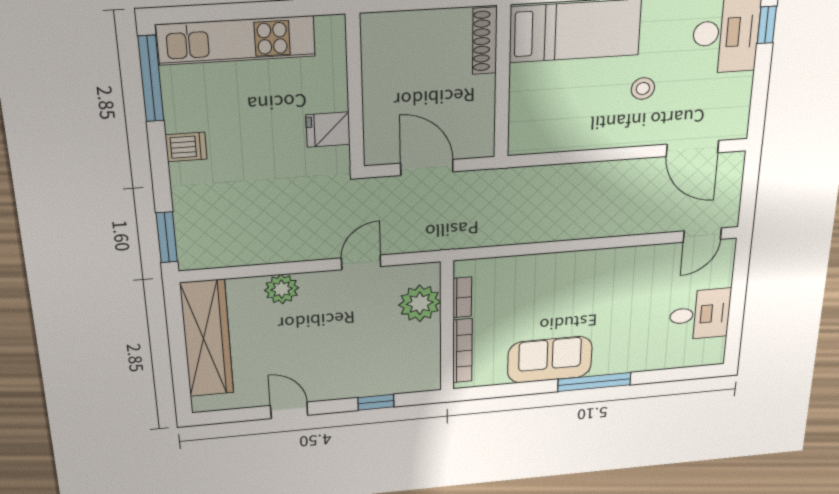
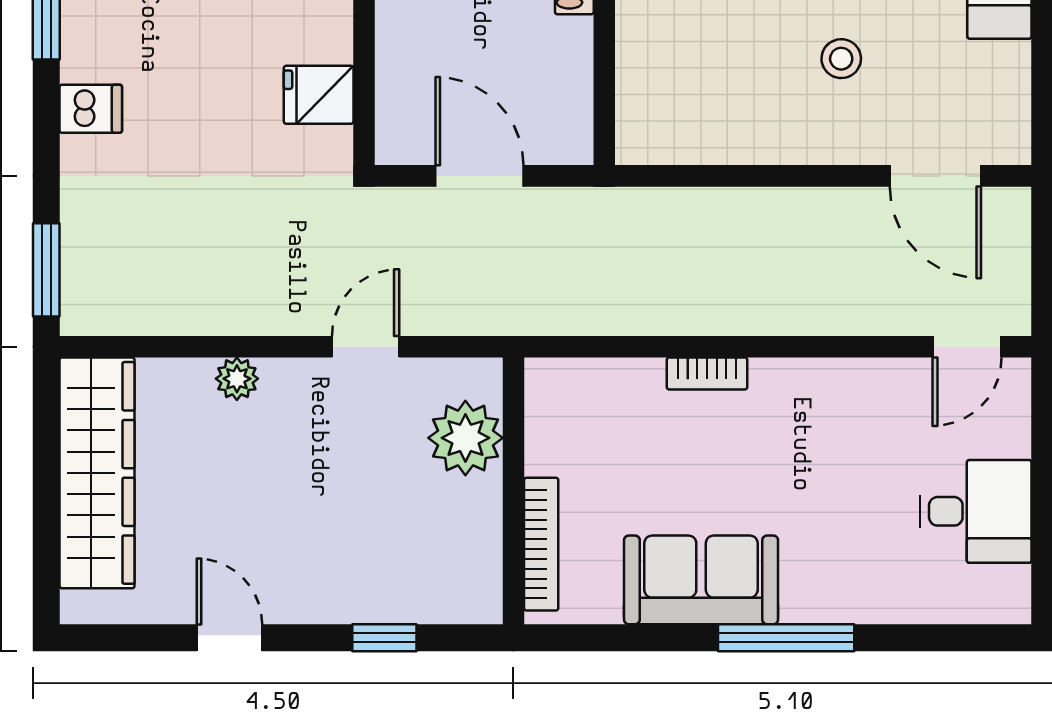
plant: (282, 289) -> (237, 379), width x0.73, depth x0.73
bookcase: (462, 297) -> (707, 373), moved, turned 90

